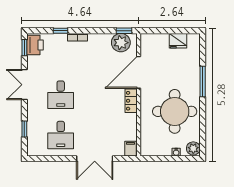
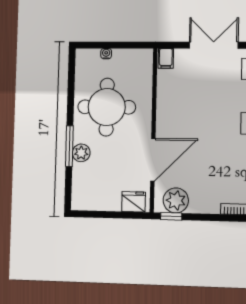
fridge: (178, 41) -> (134, 202), moved
locker: (131, 101) -> (164, 122), removed
plant: (193, 148) -> (81, 153), moved

